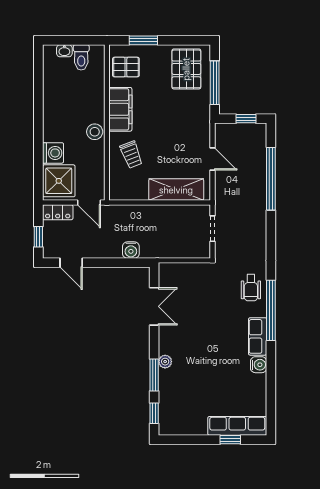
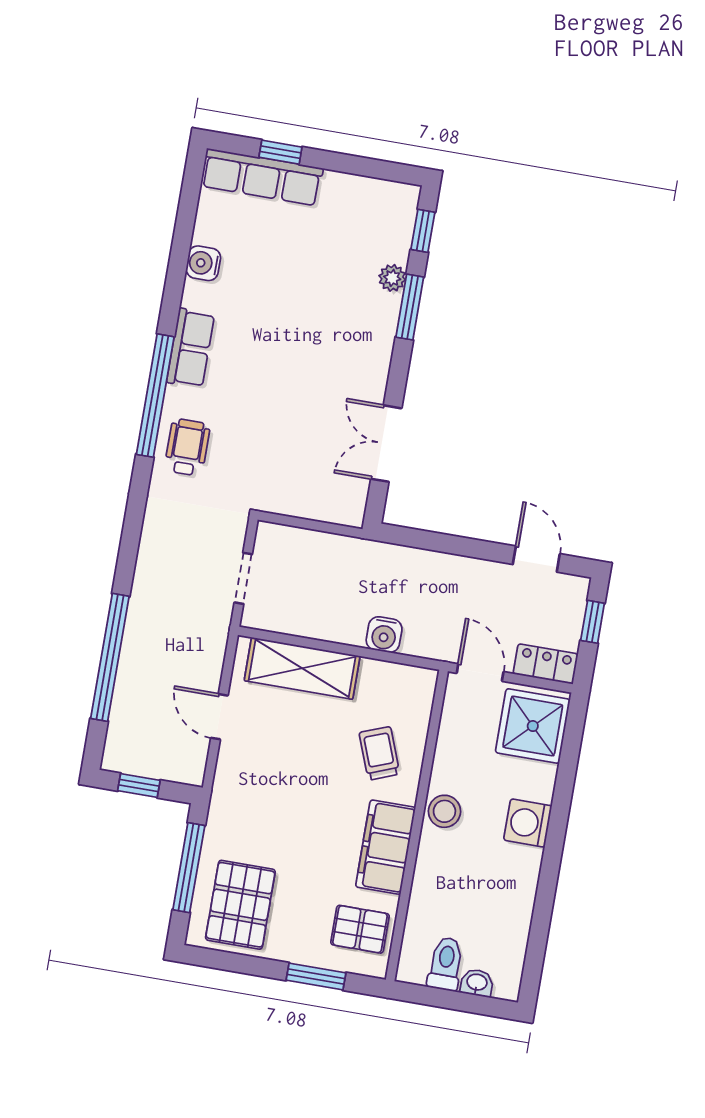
washing machine: (53, 153) -> (528, 823), moved
water cooler: (131, 250) -> (384, 635), moved, turned 180
plant: (165, 362) -> (392, 278), moved
water cooler: (259, 365) -> (203, 263), moved

